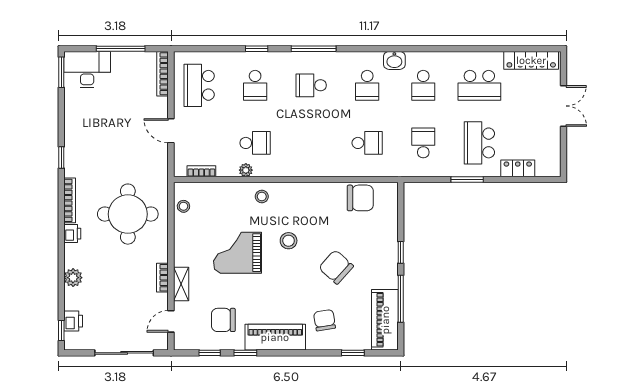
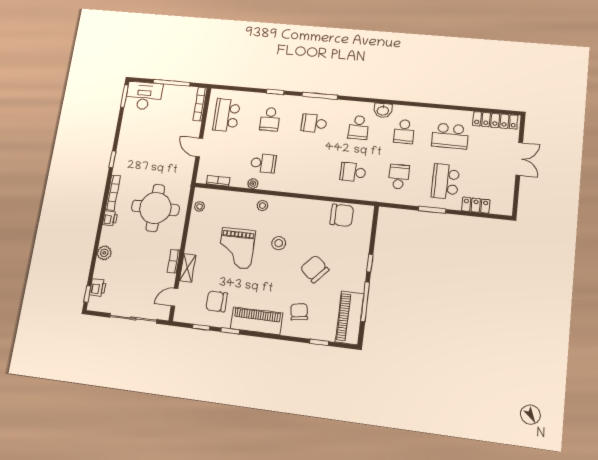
school desk: (367, 143) -> (353, 172), turned 180
grand piano: (237, 253) -> (236, 248), turned -90

